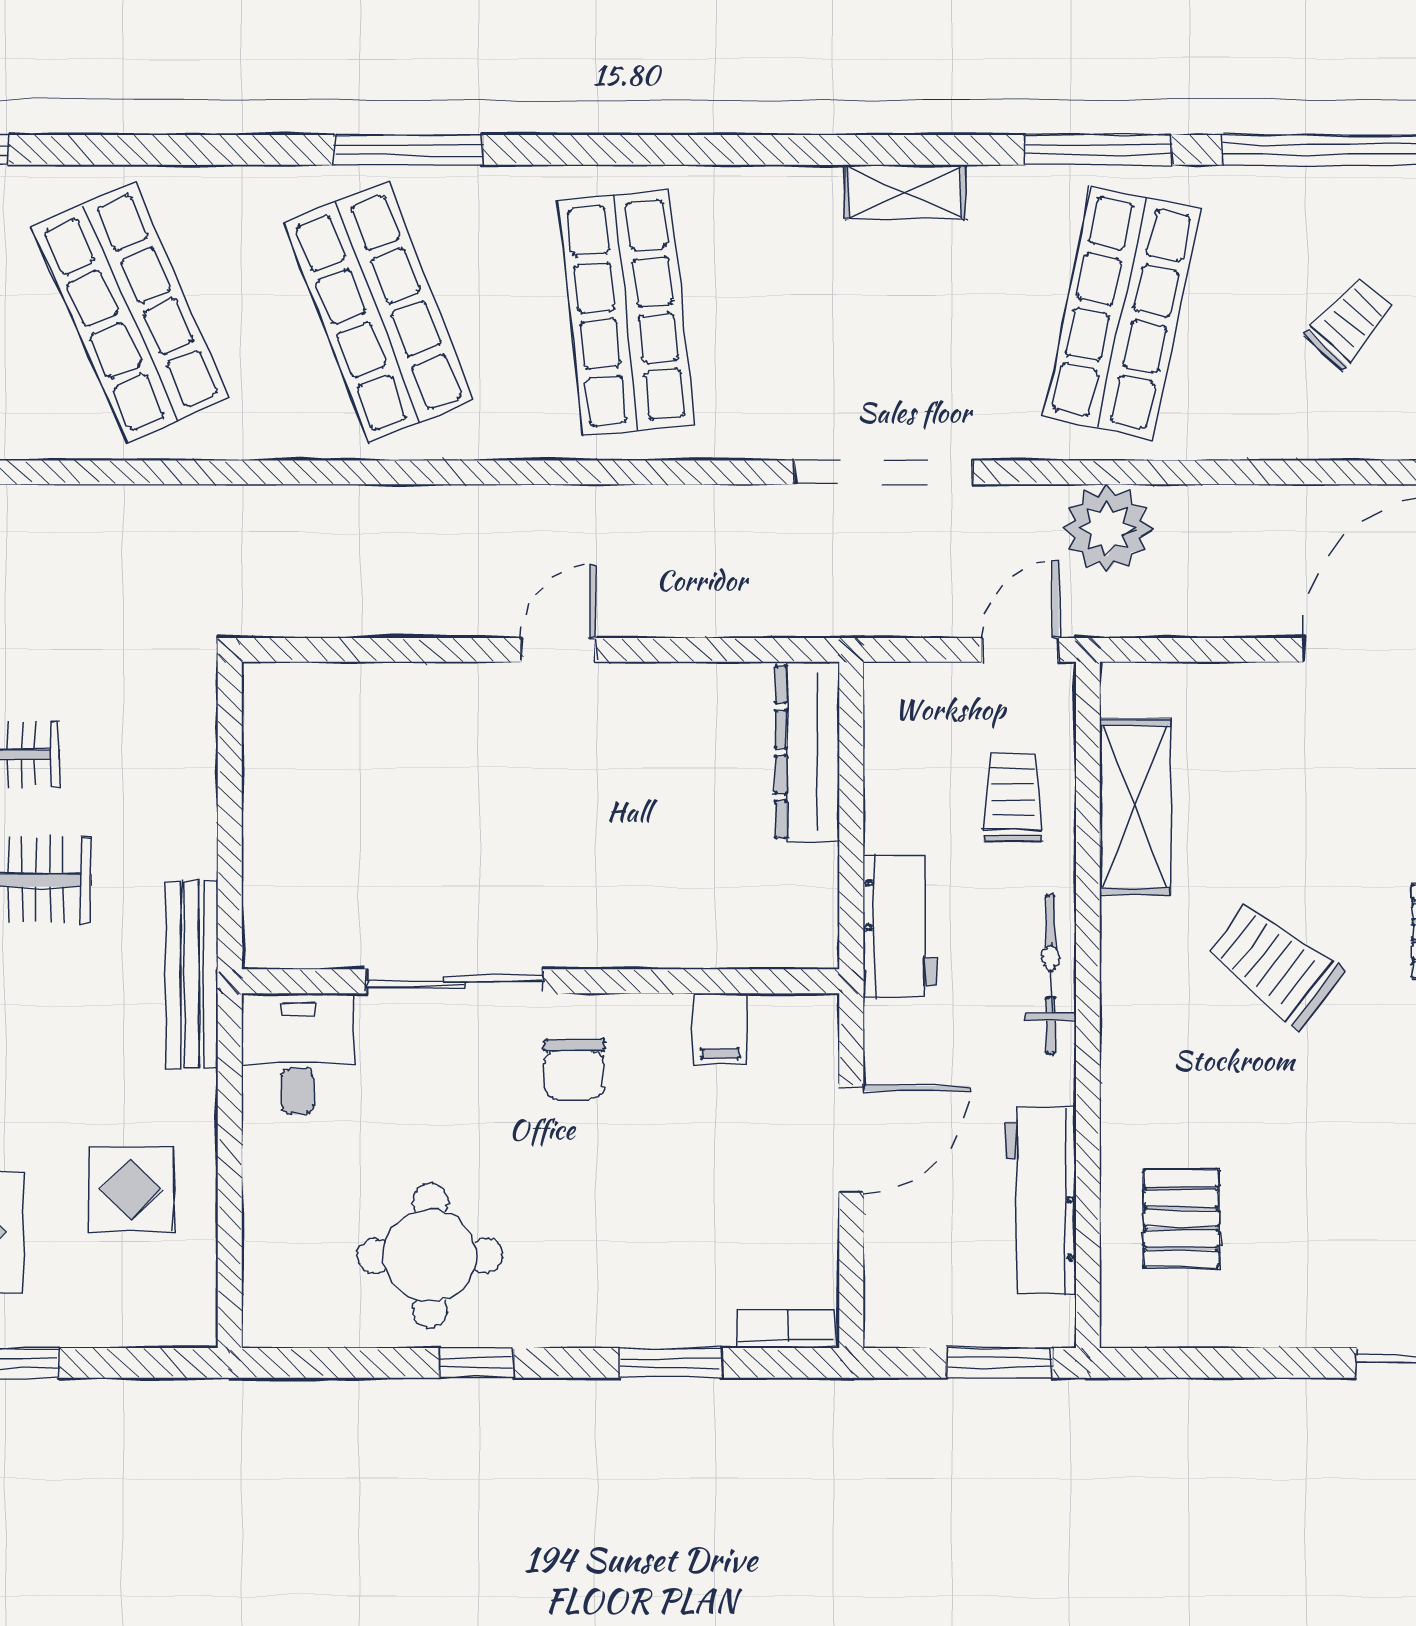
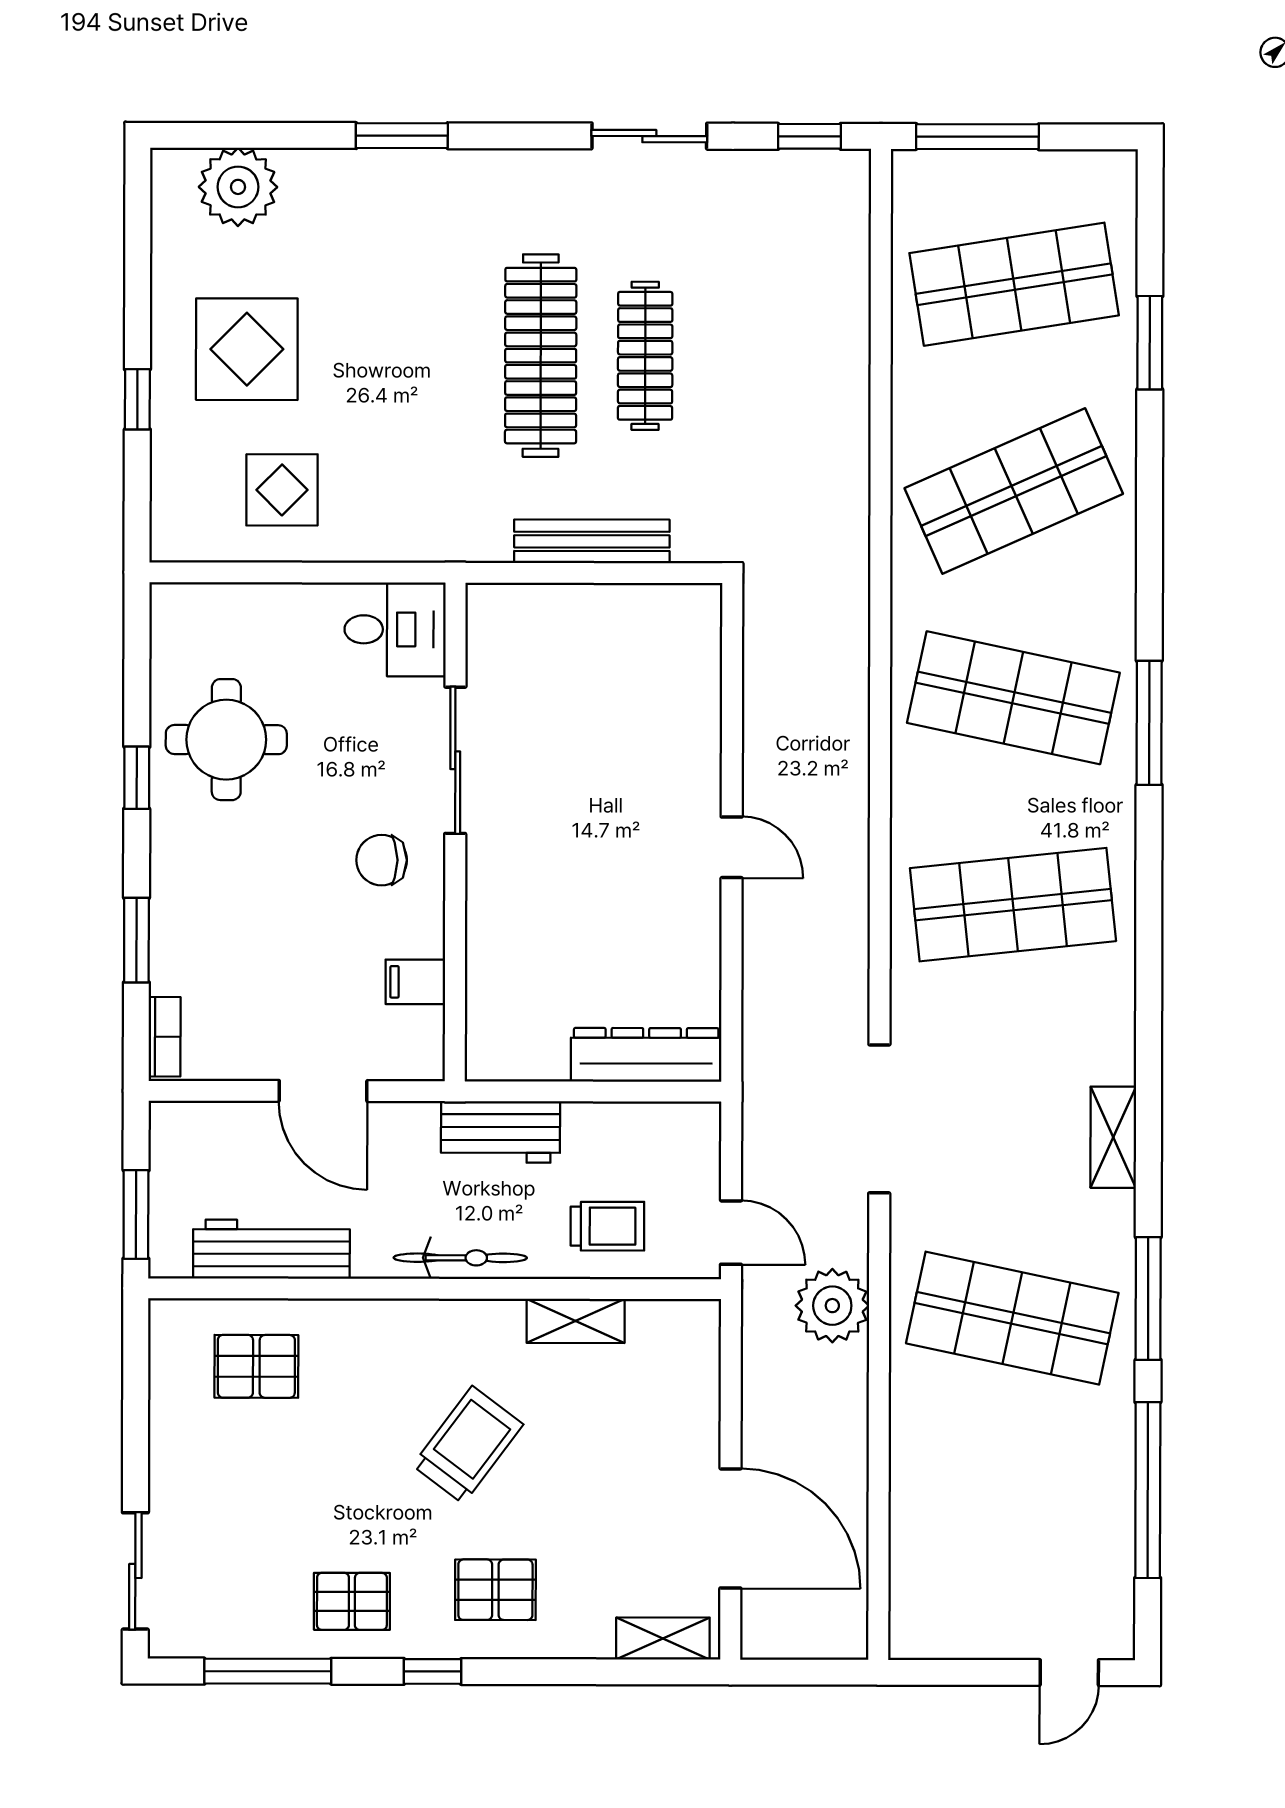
shop shelf: (378, 313) -> (1013, 698), turned 33
trolley: (1350, 322) -> (1004, 1509), removed
shelving: (1135, 807) -> (576, 1321), width x0.67, depth x0.75
bench: (192, 974) -> (592, 541), moved

